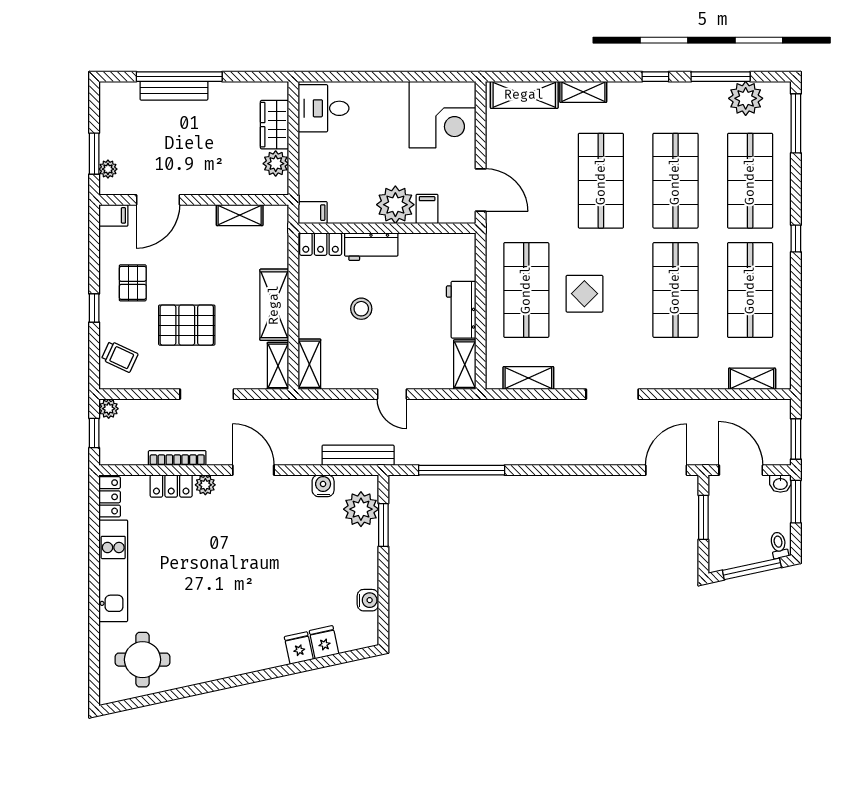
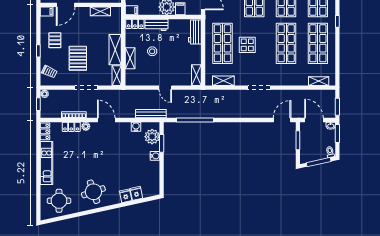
workbench: (461, 310) -> (195, 32), moved
pallet: (187, 325) -> (78, 58), turned 90
shelving: (309, 364) -> (130, 58), moved
water cooler: (368, 600) -> (155, 156), moved
round table: (223, 638) -> (93, 192), added

